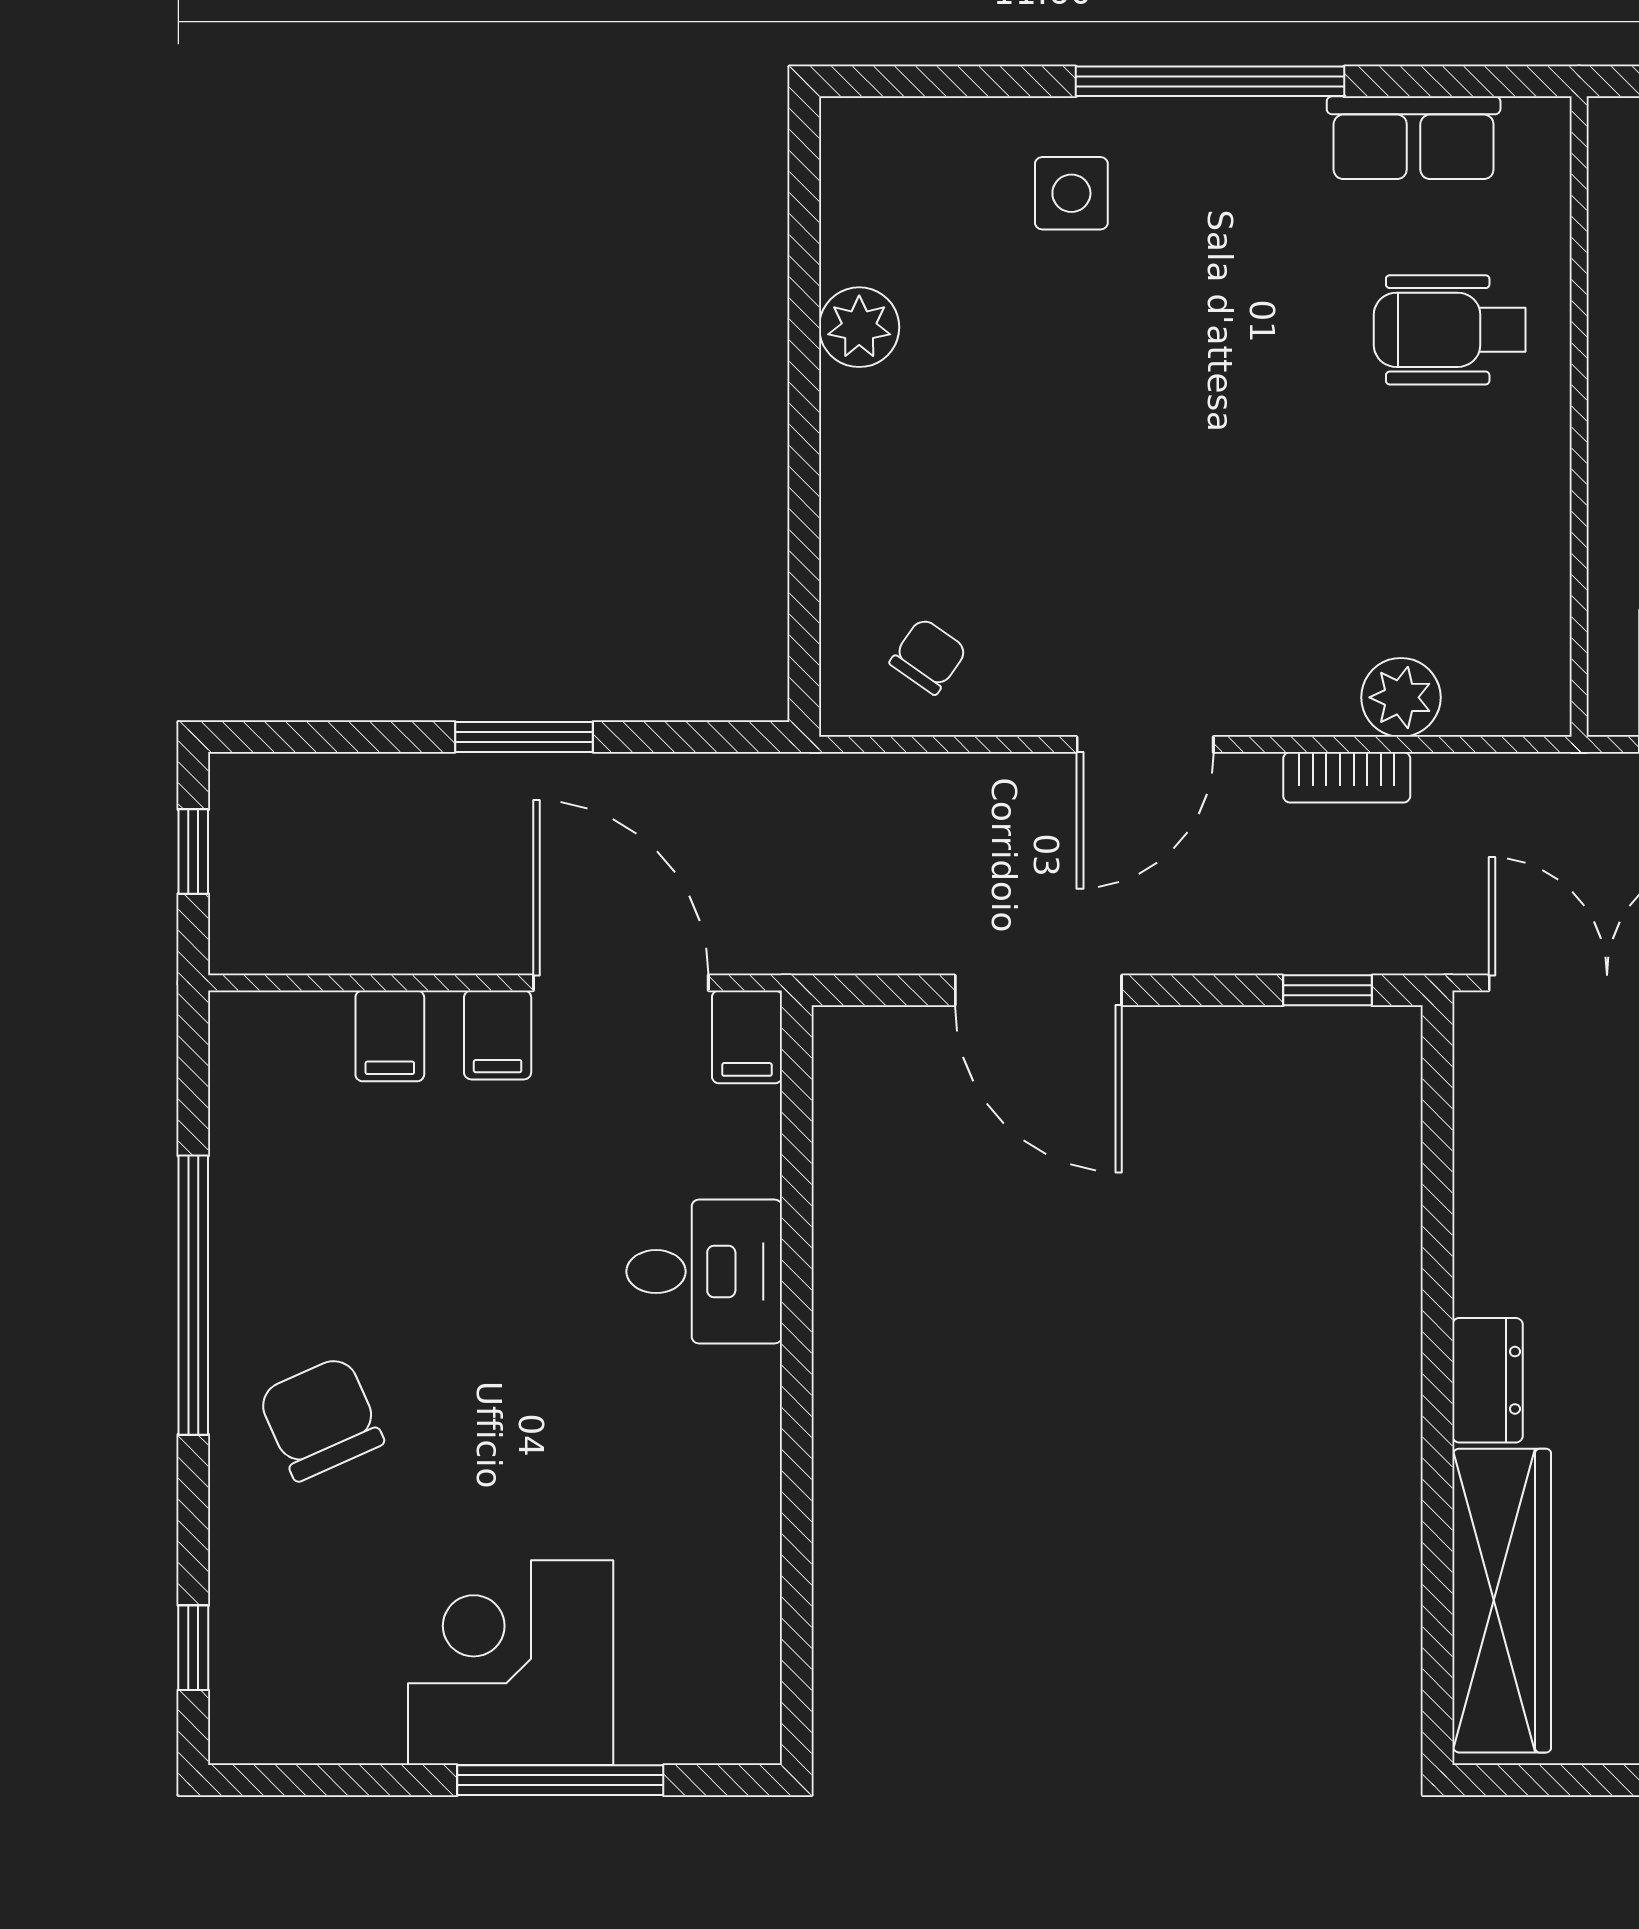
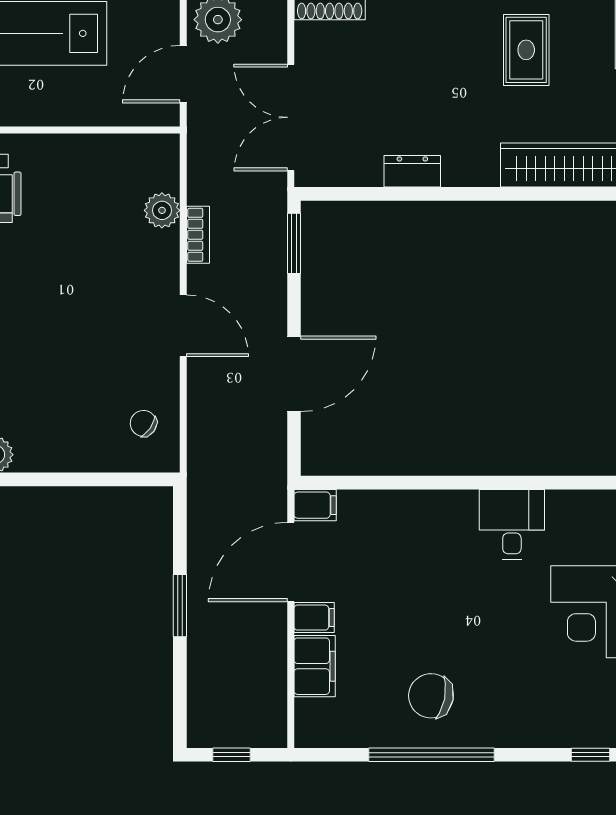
window: (1327, 990) -> (294, 243), width x1.50
filing cabinet: (390, 1036) -> (315, 666), width x2.00
desk: (704, 1272) -> (512, 524), moved
dresser: (1488, 1380) -> (412, 171), moved
chair: (321, 1418) -> (431, 696), moved, turned 35

